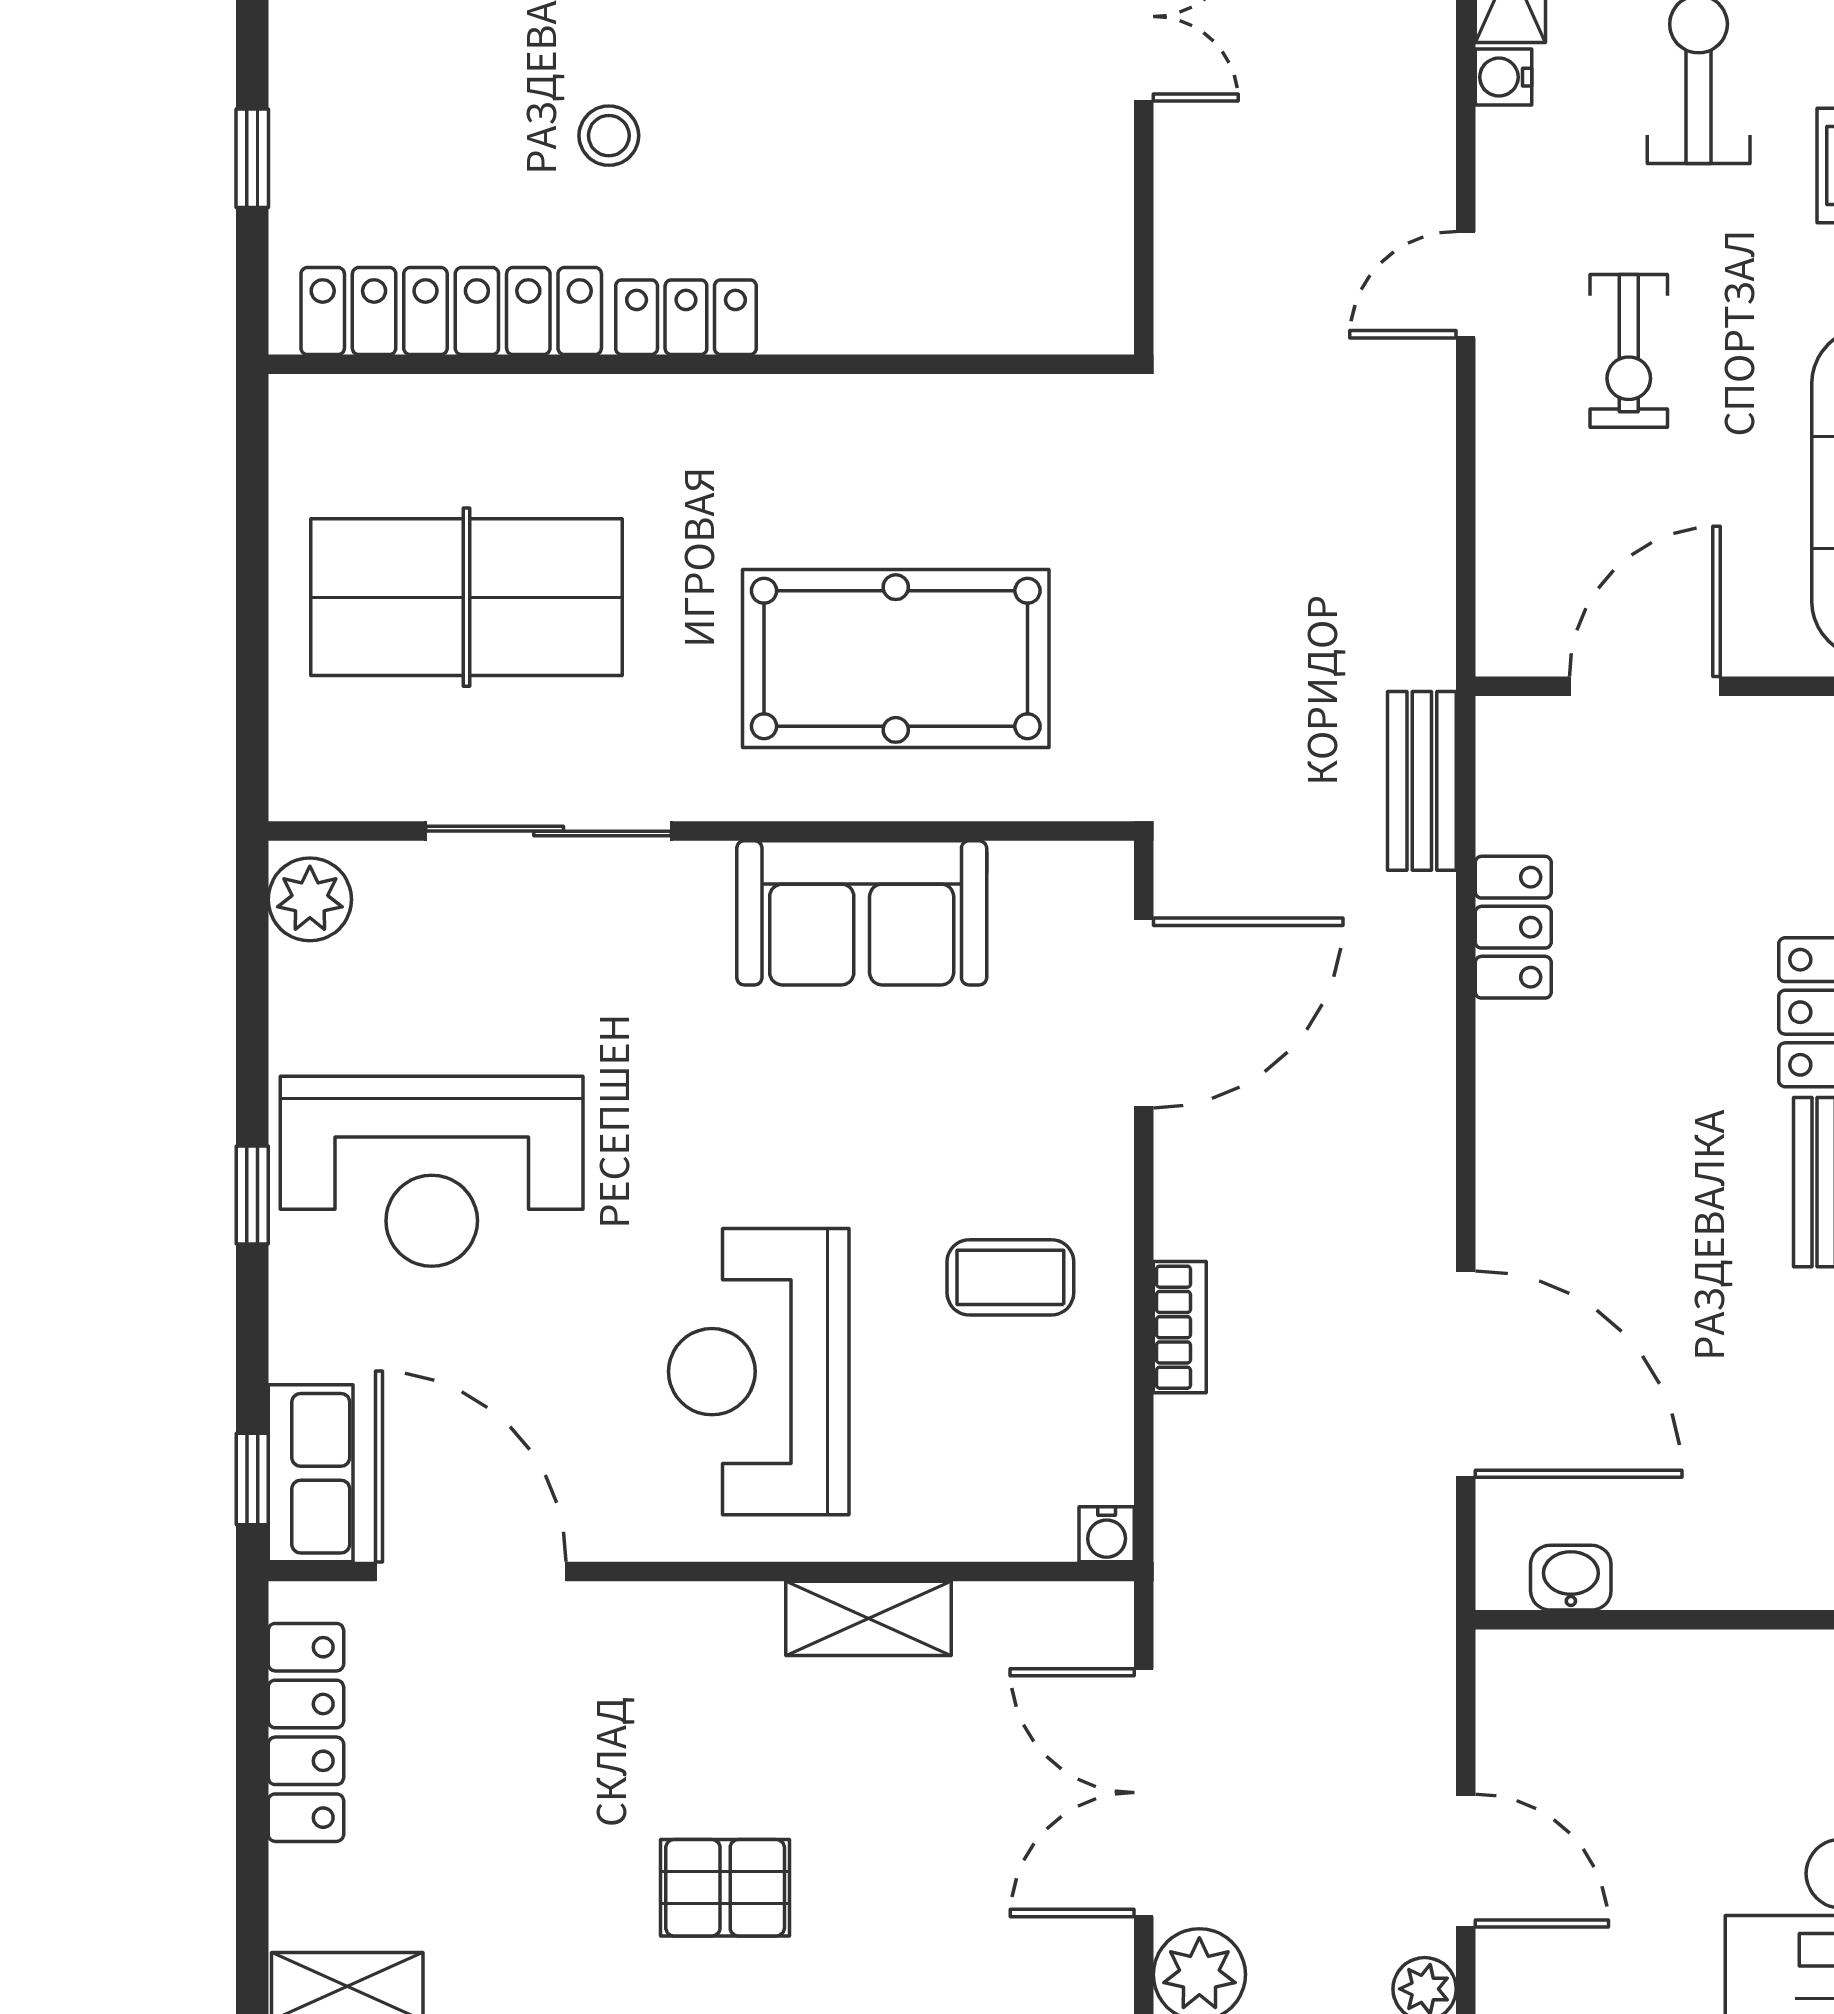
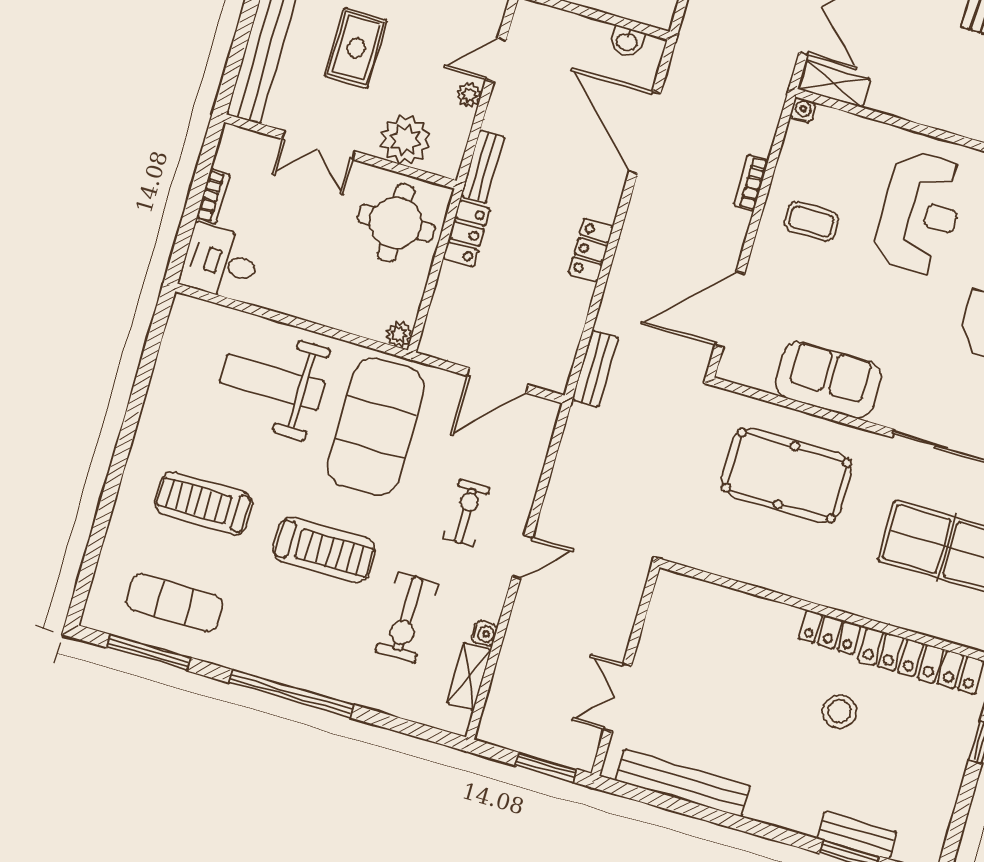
stool: (609, 136) -> (839, 711), width x1.37, depth x1.37
locker: (1513, 927) -> (591, 250), moved
shelving: (869, 1618) -> (834, 84), moved

